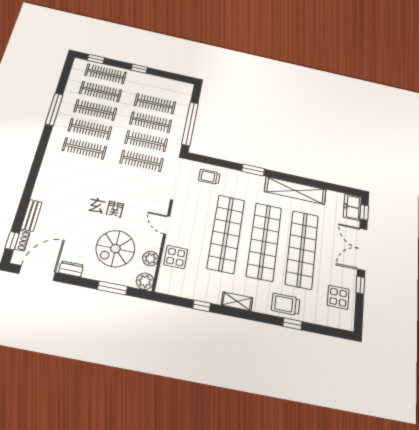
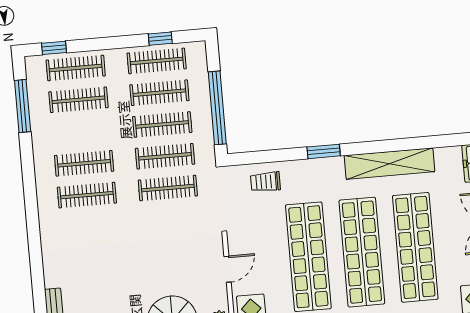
window: (139, 69) -> (160, 39), moved
window: (54, 109) -> (23, 106), moved
clothes rail: (95, 110) -> (157, 61), moved
door: (167, 225) -> (228, 269), swing flipped

